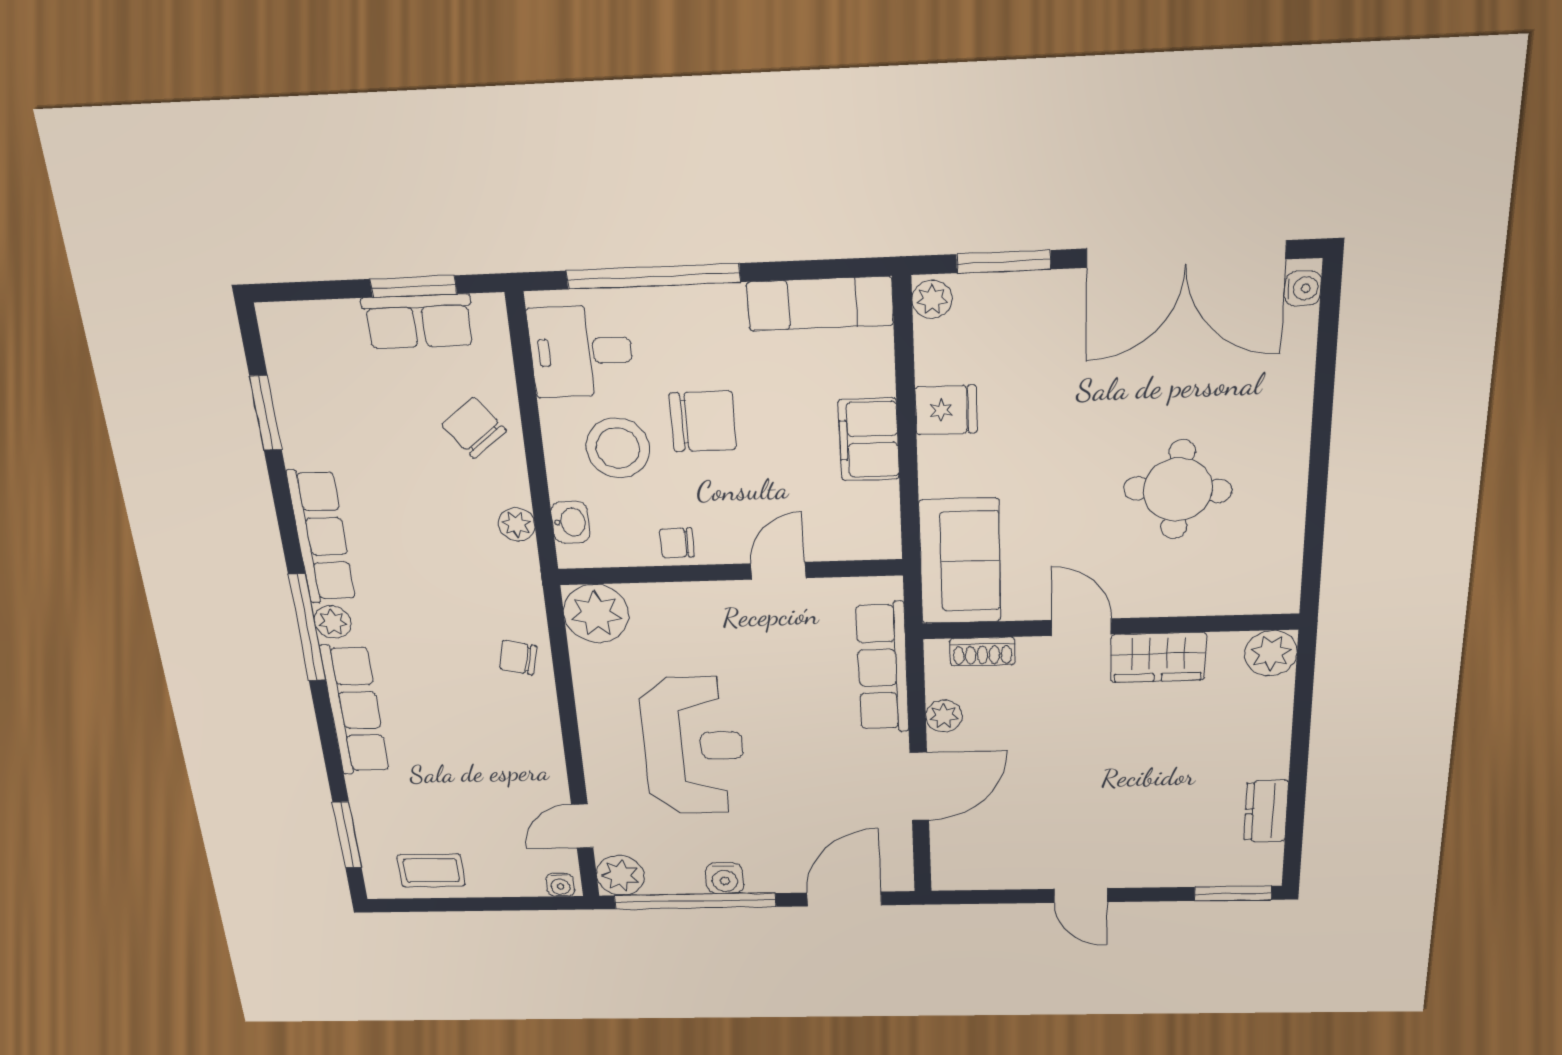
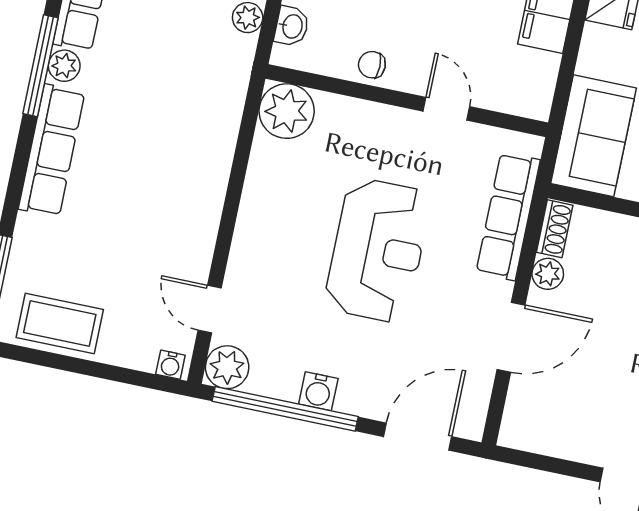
door: (778, 571) -> (446, 109), hinge flipped
shoe rack: (983, 652) -> (555, 229), moved, turned -90
chair: (518, 658) -> (208, 135), removed
reception desk: (693, 746) -> (378, 250), moved
door: (582, 826) -> (210, 309), hinge flipped
coffee table: (431, 870) -> (60, 324), width x1.36, depth x1.30

